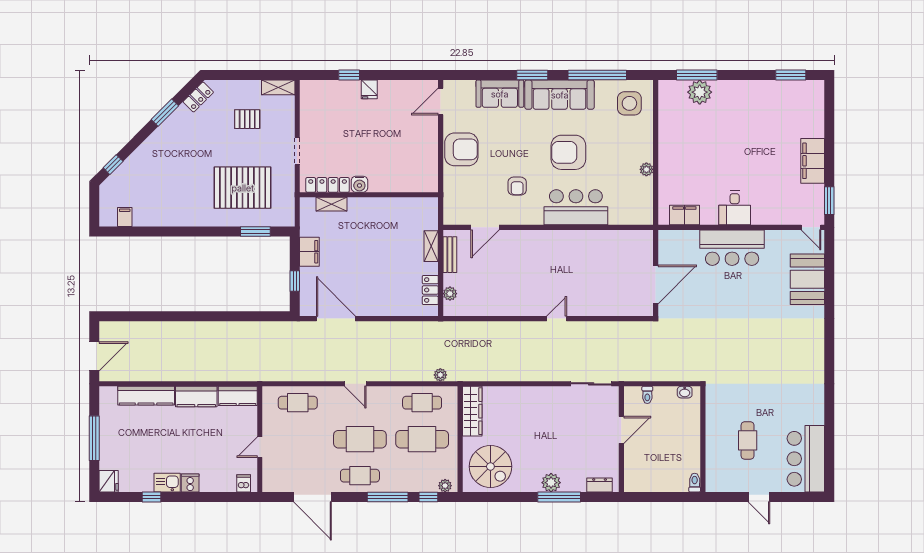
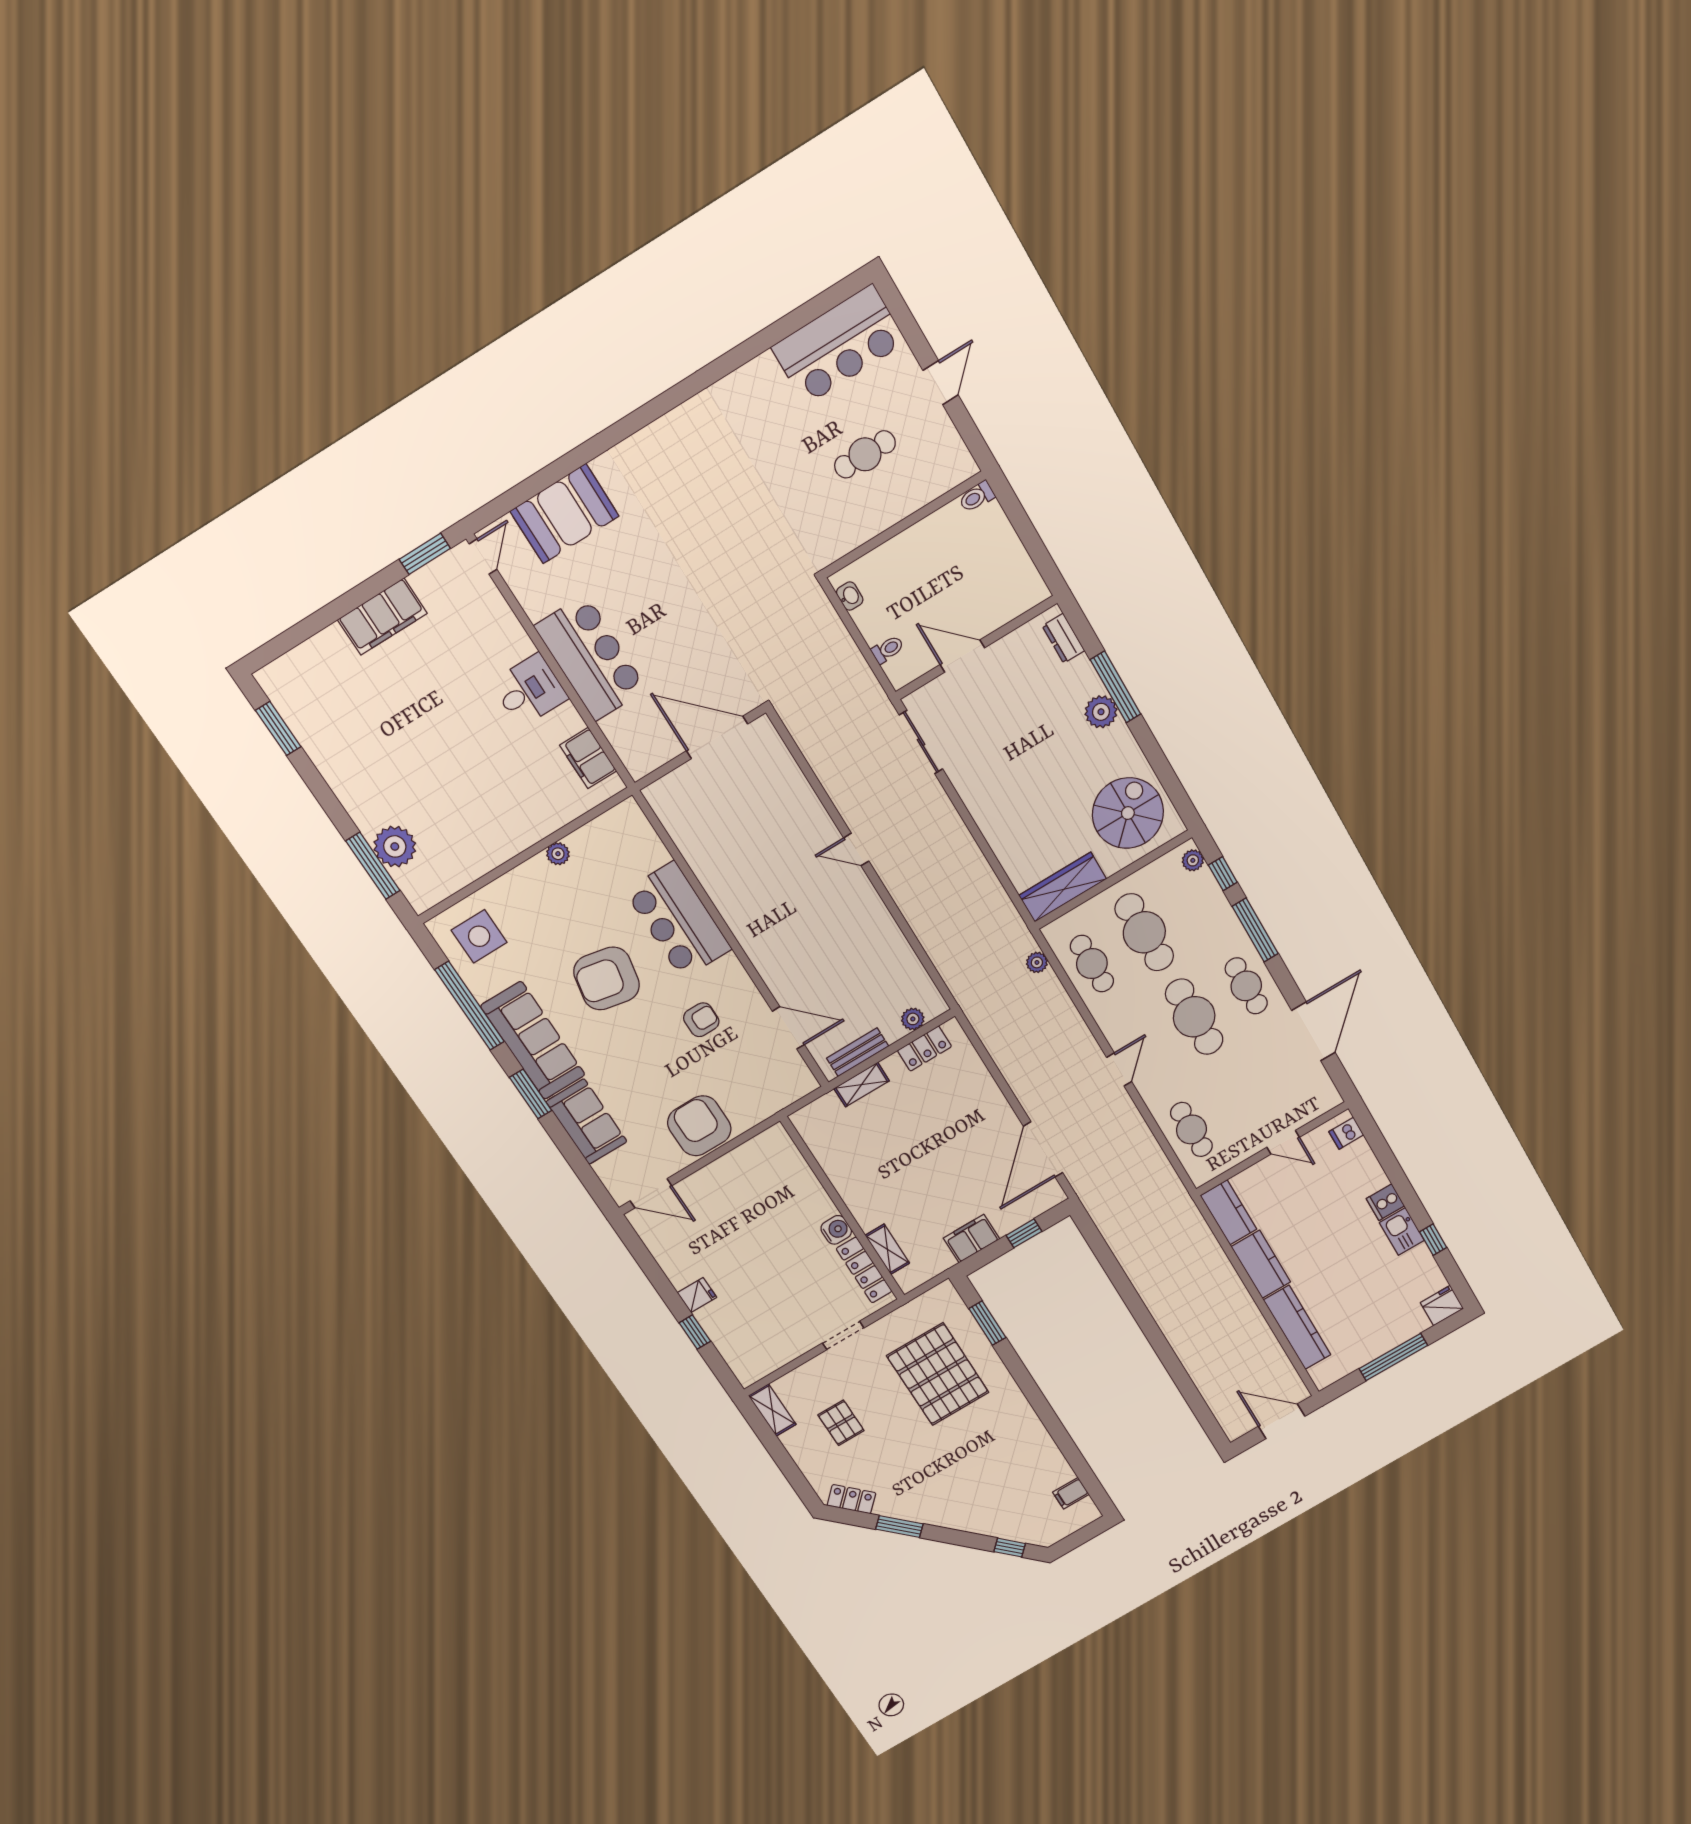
armchair: (568, 152) -> (607, 978), turned 101

